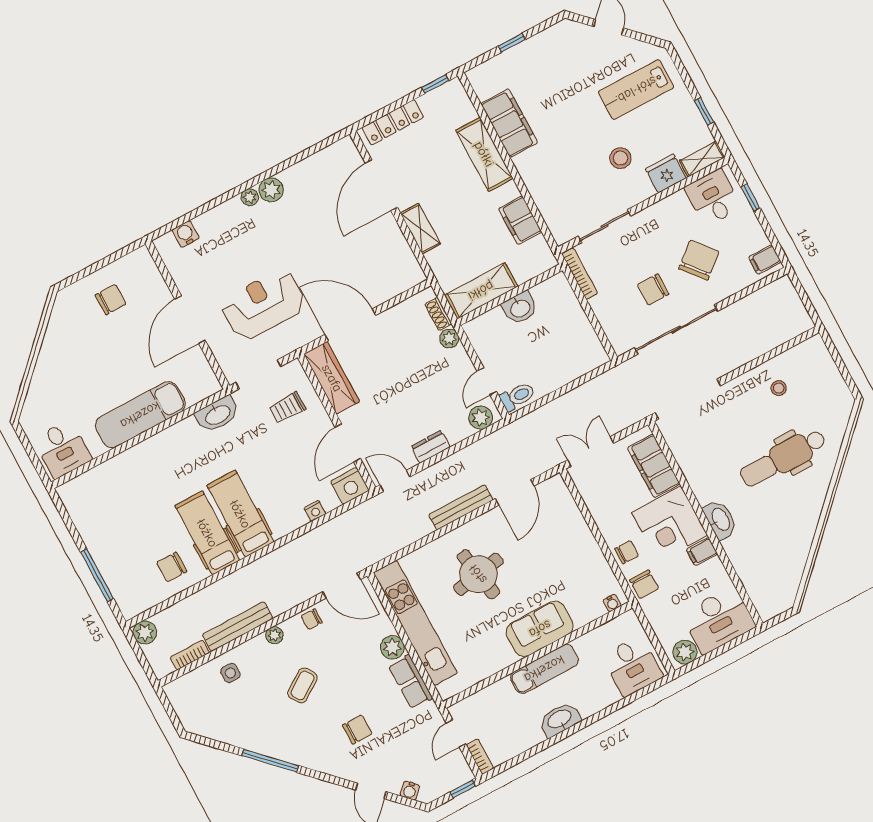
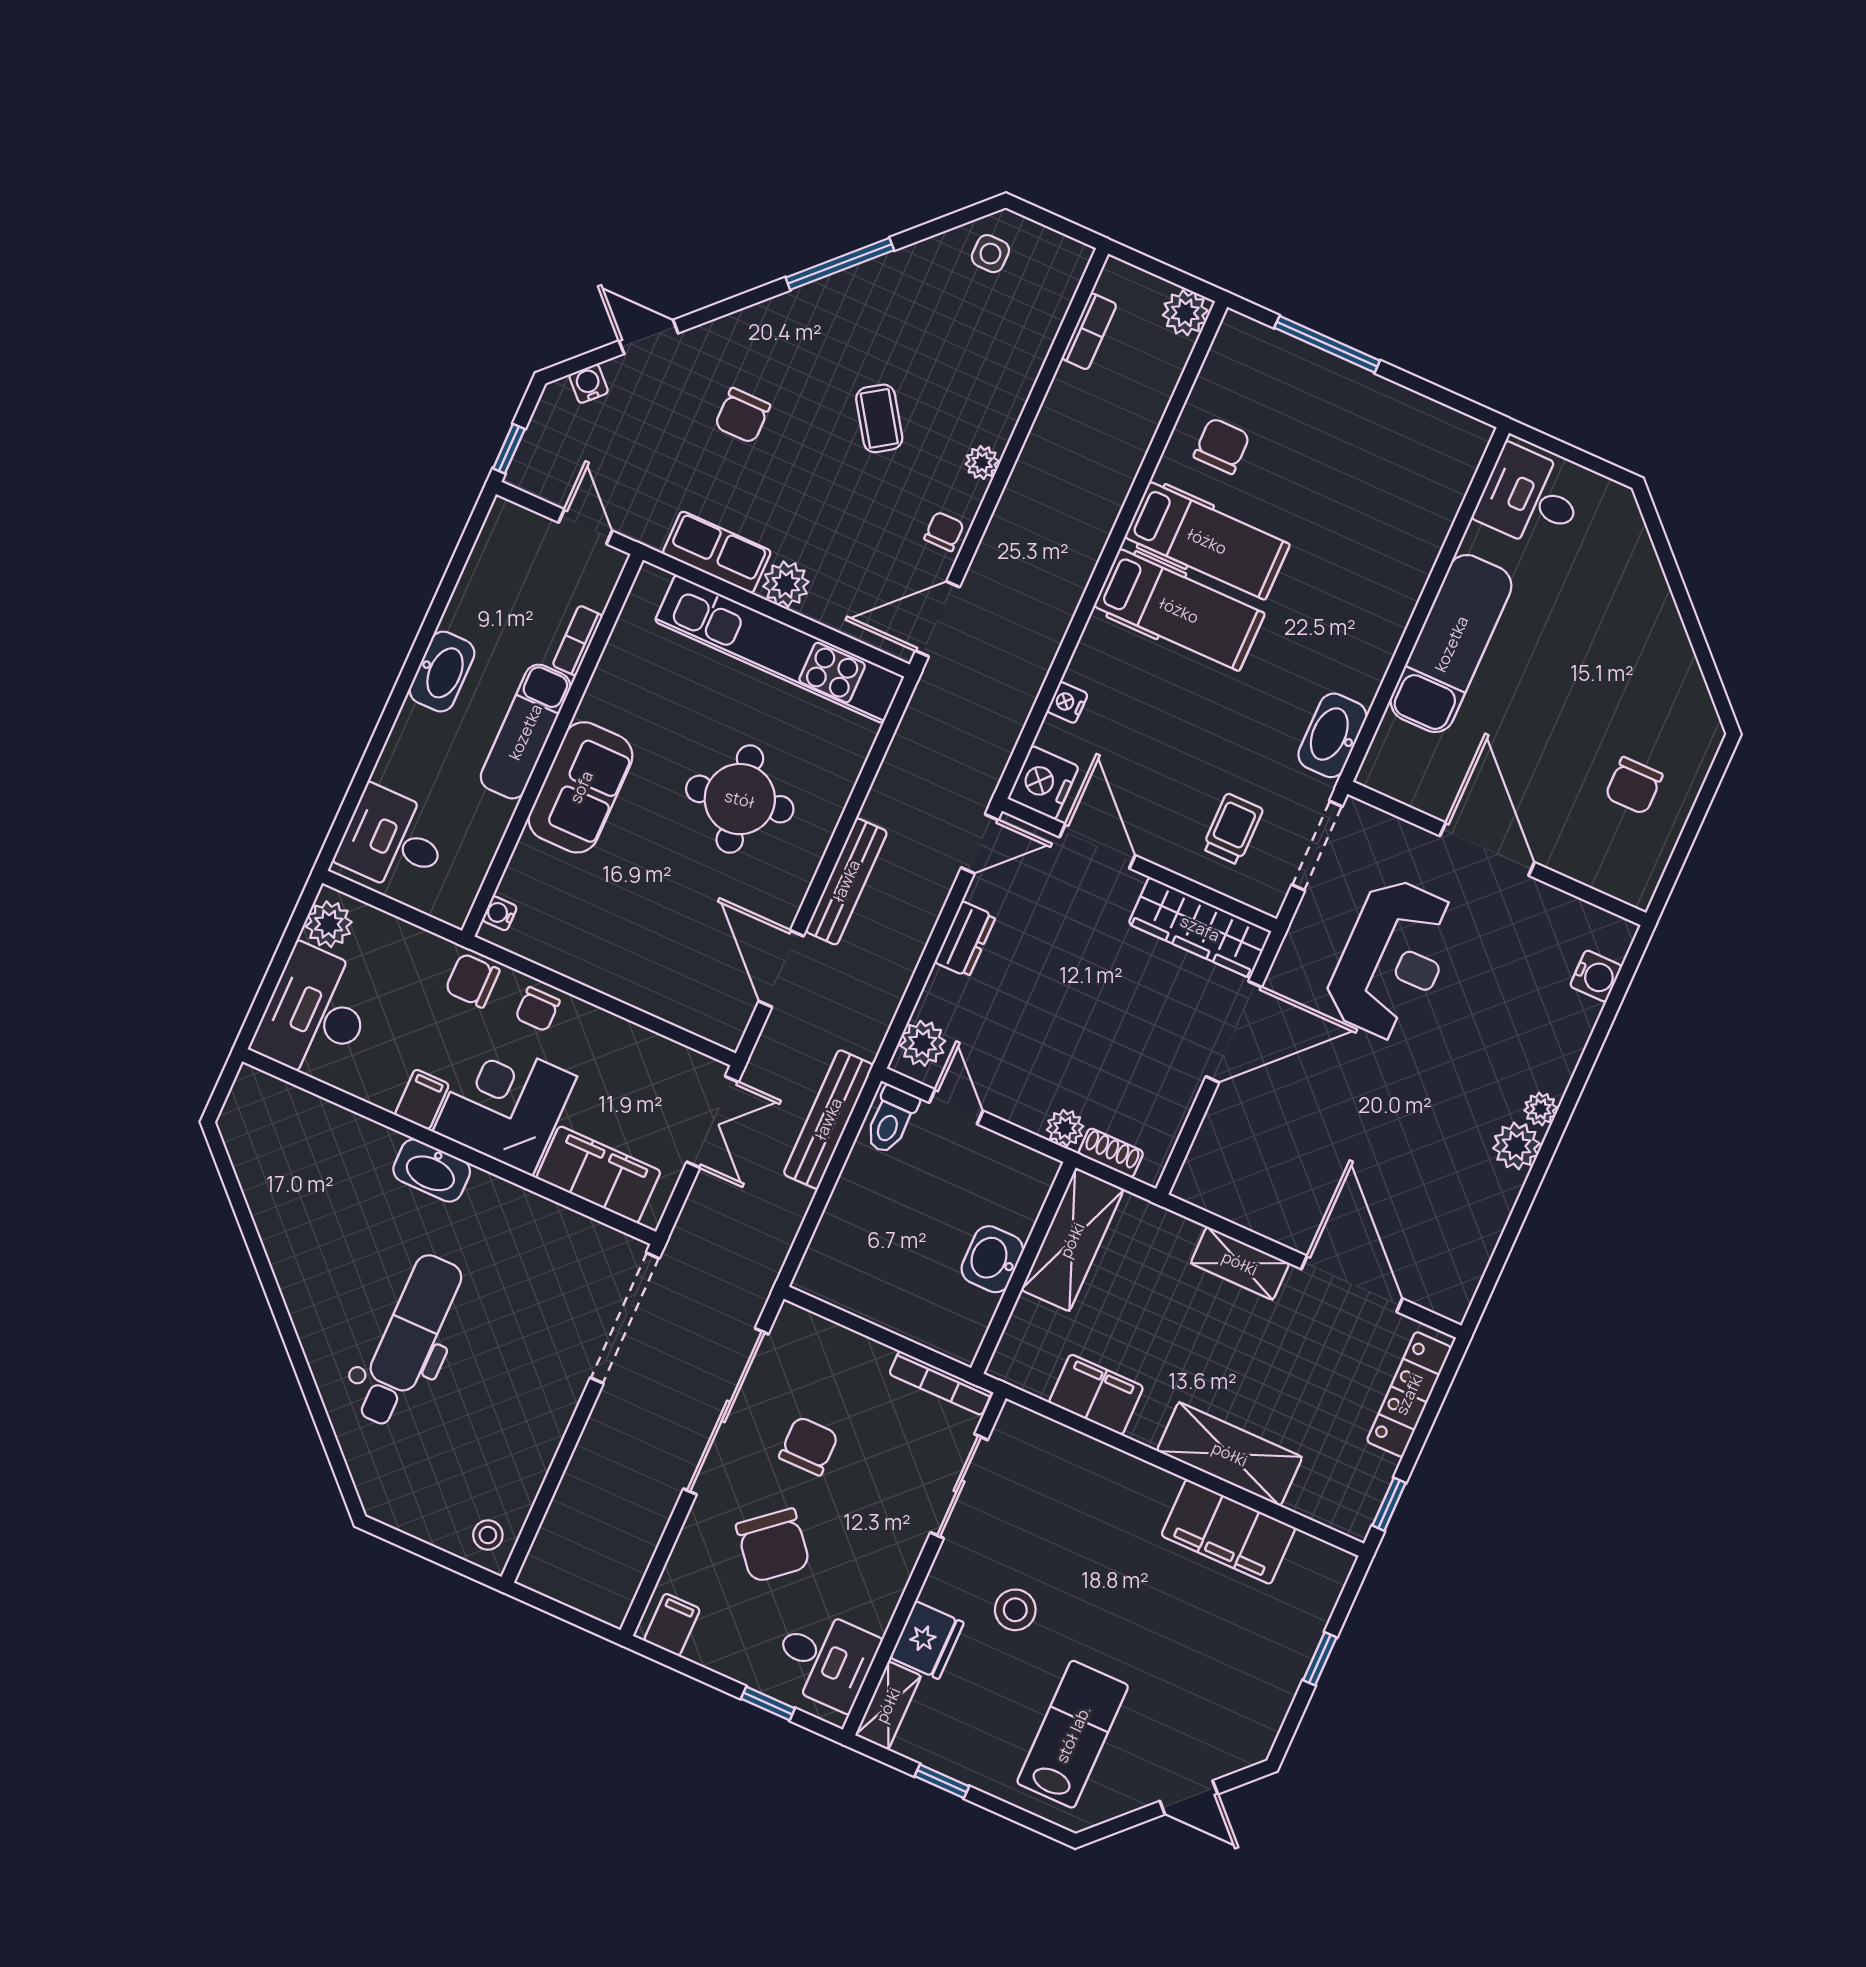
stool: (779, 388) -> (488, 1535), moved
bench: (238, 627) -> (828, 1119), moved
side table: (230, 673) -> (990, 254), moved
bookcase: (480, 757) -> (578, 641), moved, turned 90

